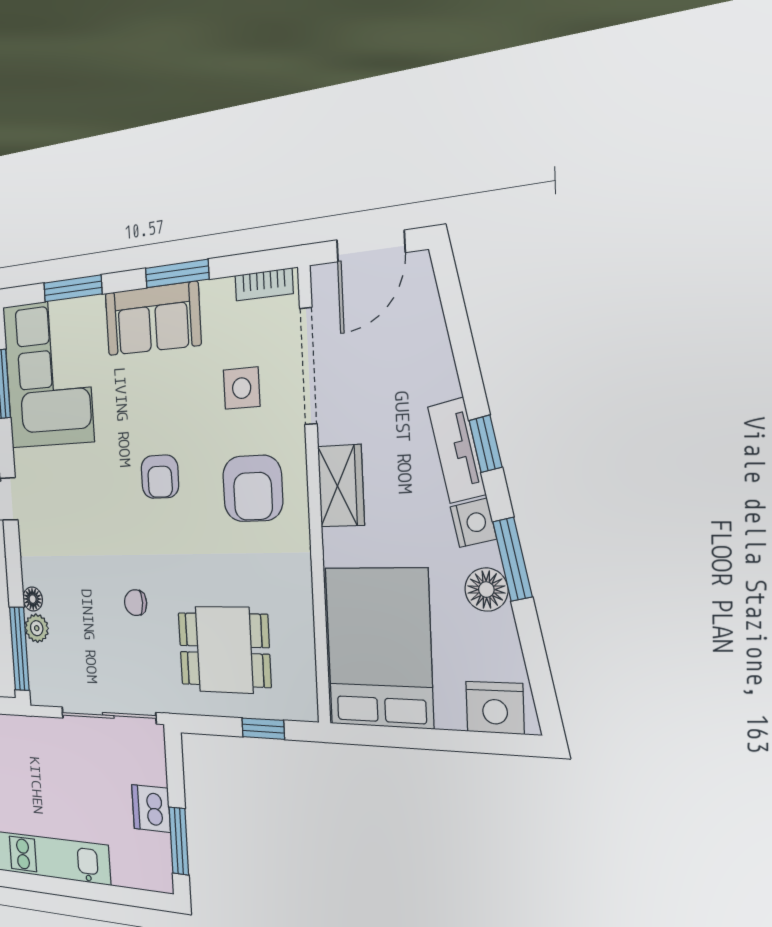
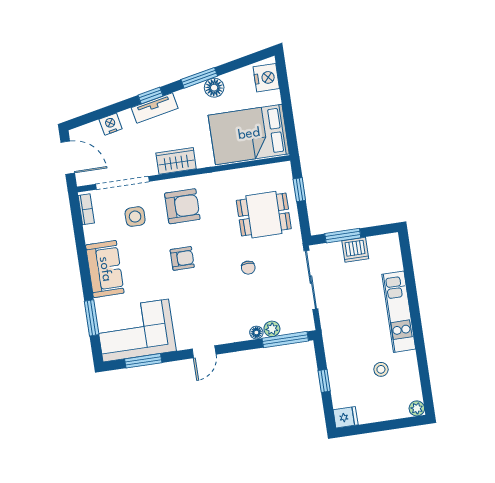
window: (177, 274) -> (83, 257), removed
nightstand: (473, 523) -> (111, 124), moved
dining table: (224, 650) -> (264, 215), turned 90
window: (179, 841) -> (343, 236), moved

